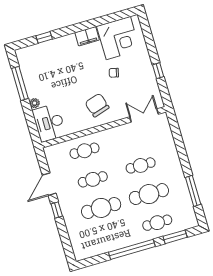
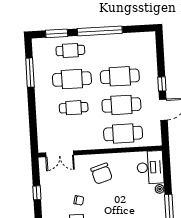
cafe table: (84, 151) -> (123, 134), width x1.37, depth x1.35
cafe table: (93, 179) -> (121, 105), width x1.37, depth x1.35

